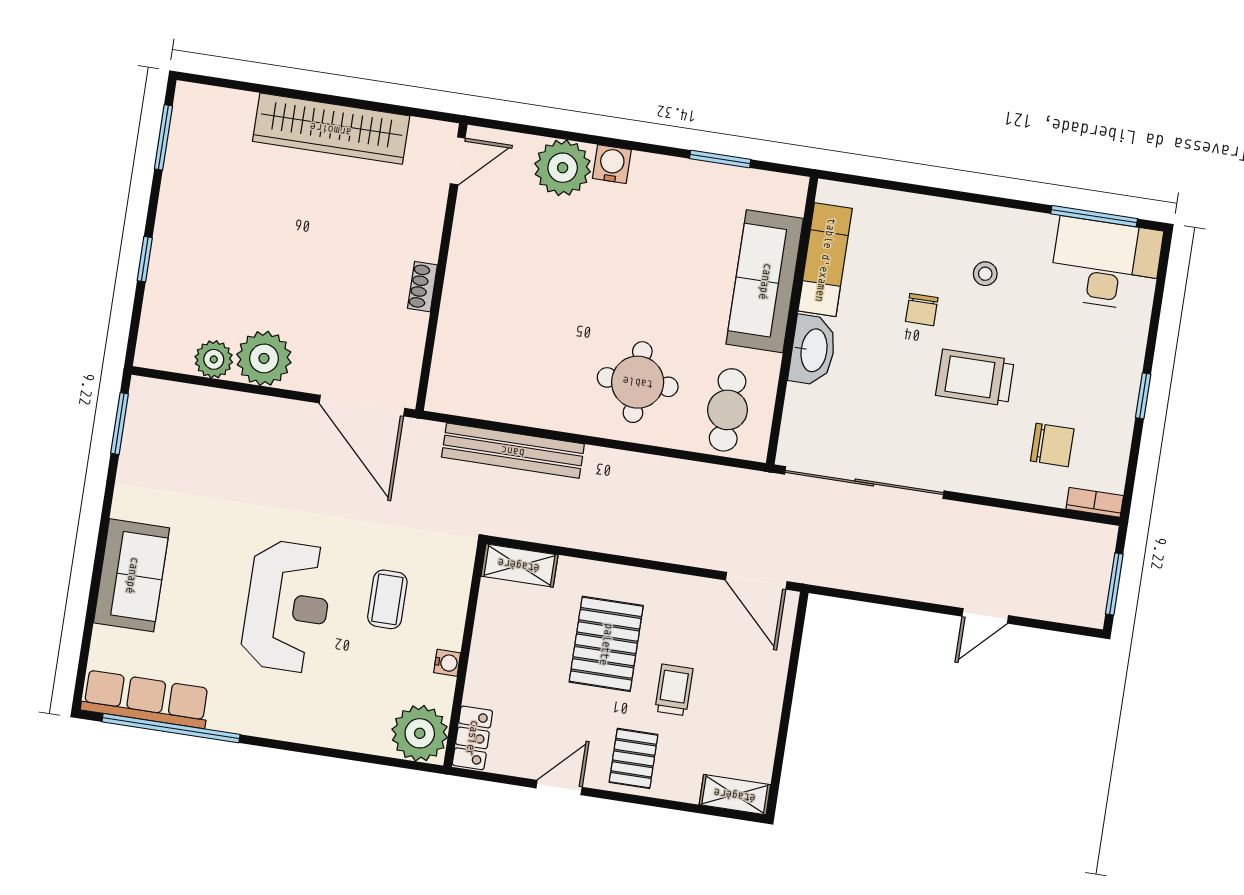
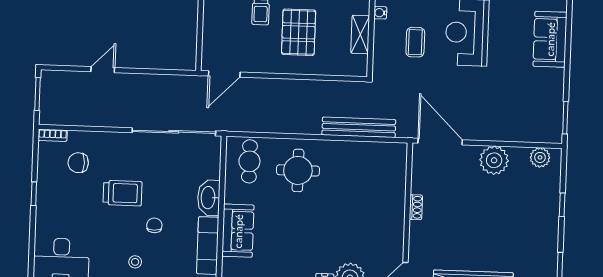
stool: (985, 274) -> (135, 262), moved
sofa: (765, 281) -> (238, 231), width x0.73
plant: (214, 359) -> (540, 157), moved
shelving: (519, 565) -> (360, 34), moved, turned 90
door: (756, 581) -> (224, 74), swing flipped

